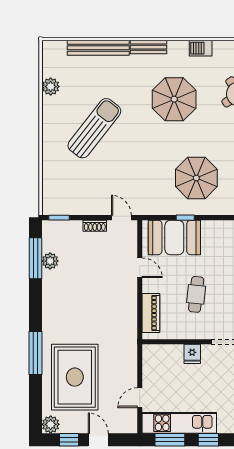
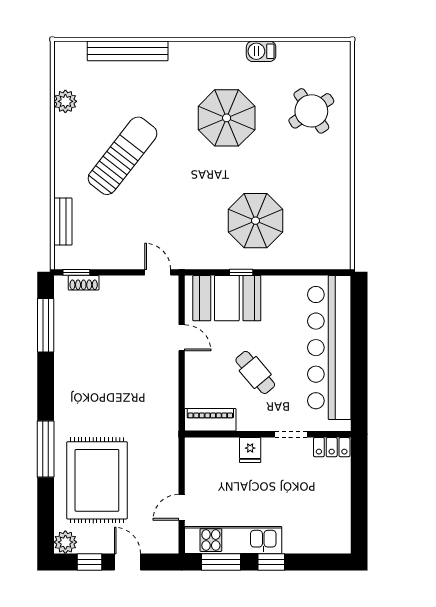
bench: (149, 47) -> (63, 222), moved, turned 90
shoe rack: (95, 226) -> (84, 283), moved
plant: (50, 261) -> (65, 329), removed
cafe table: (196, 294) -> (255, 372), turned -46
piano: (151, 313) -> (210, 420), moved, turned -90

